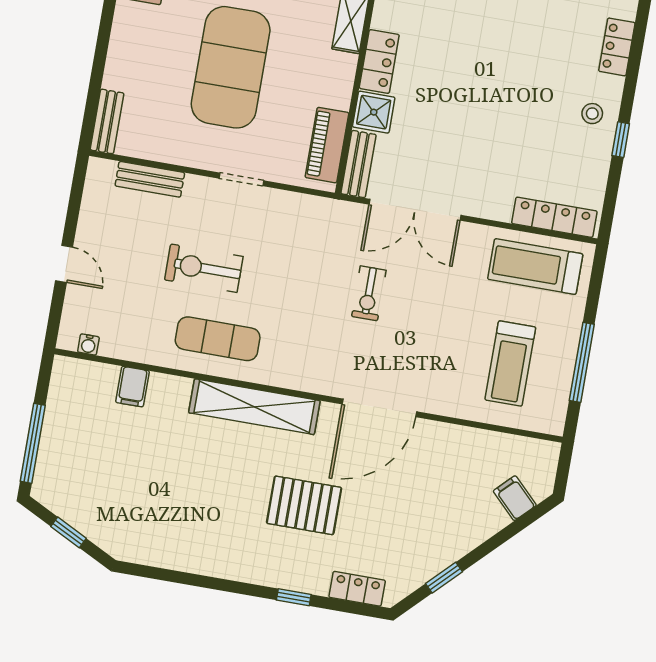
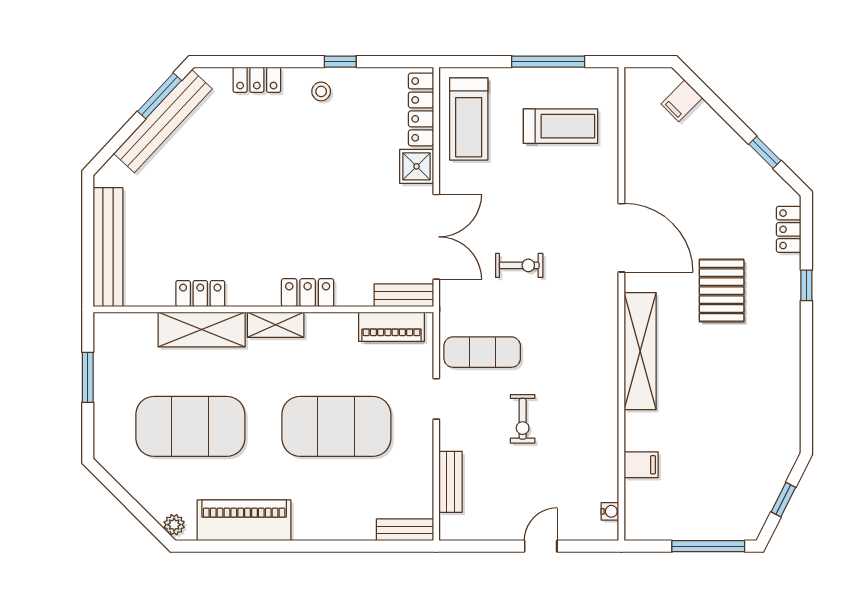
shower: (374, 112) -> (417, 166), moved
exercise bike: (204, 268) -> (523, 419), width x0.73, depth x0.72
exercise mat: (218, 339) -> (482, 352), moved, turned 90

